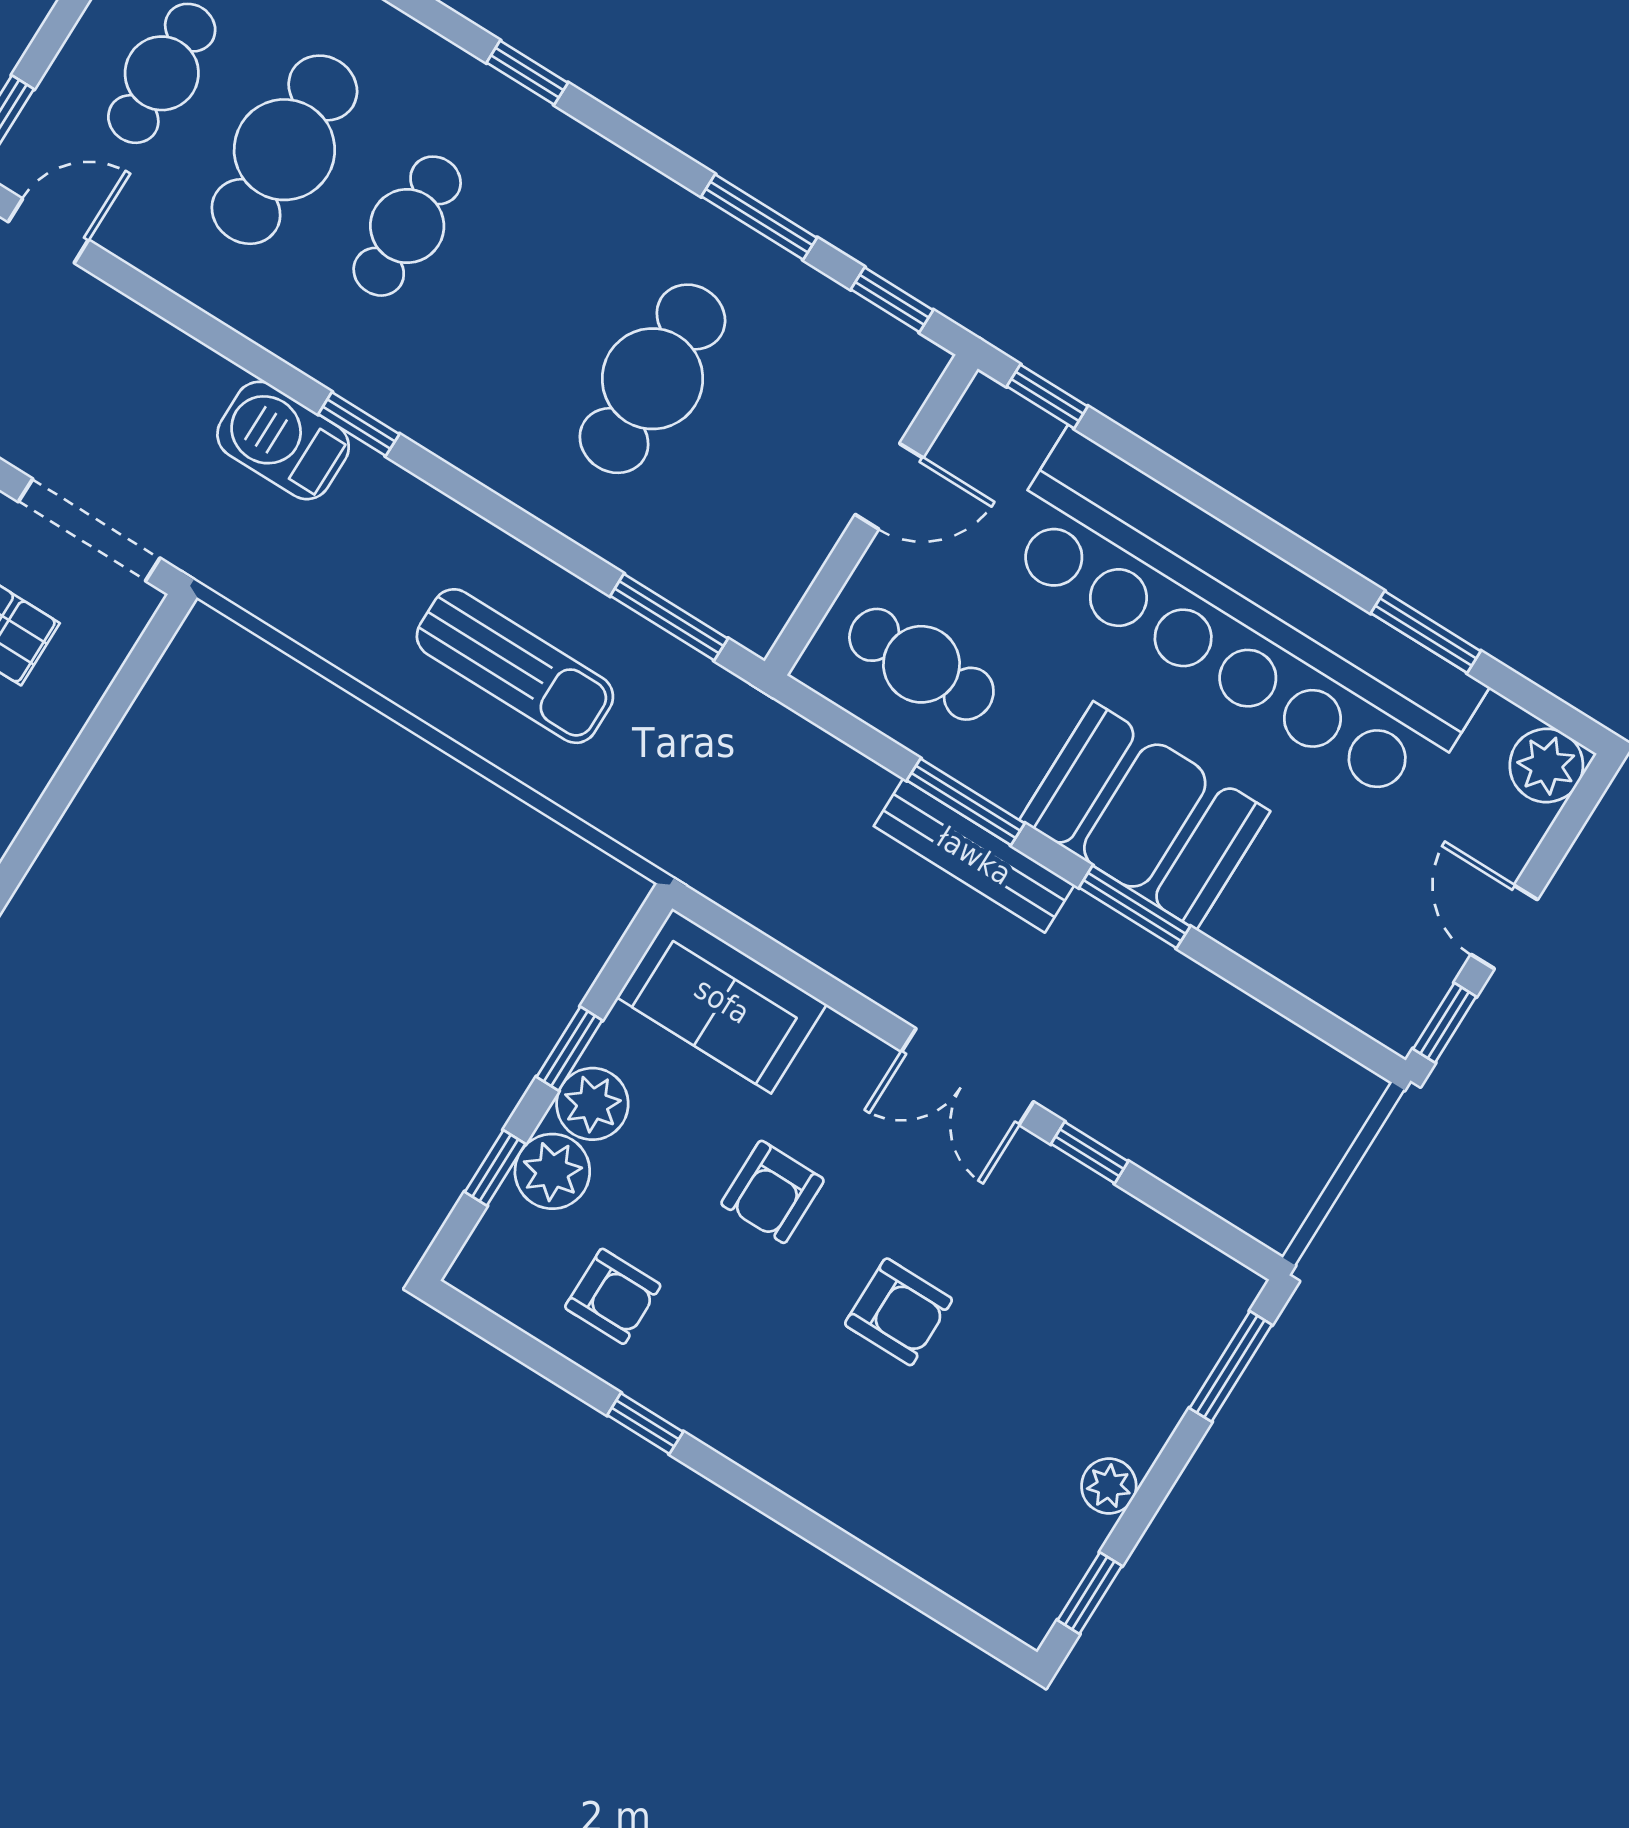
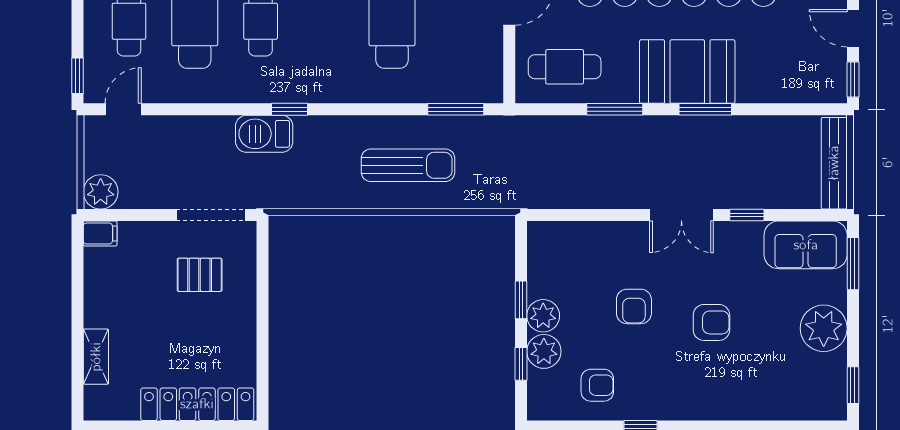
bench: (974, 856) -> (834, 163), moved, turned 90
sofa: (722, 1001) -> (806, 245), moved
plant: (1109, 1486) -> (824, 328), width x1.88, depth x1.88

